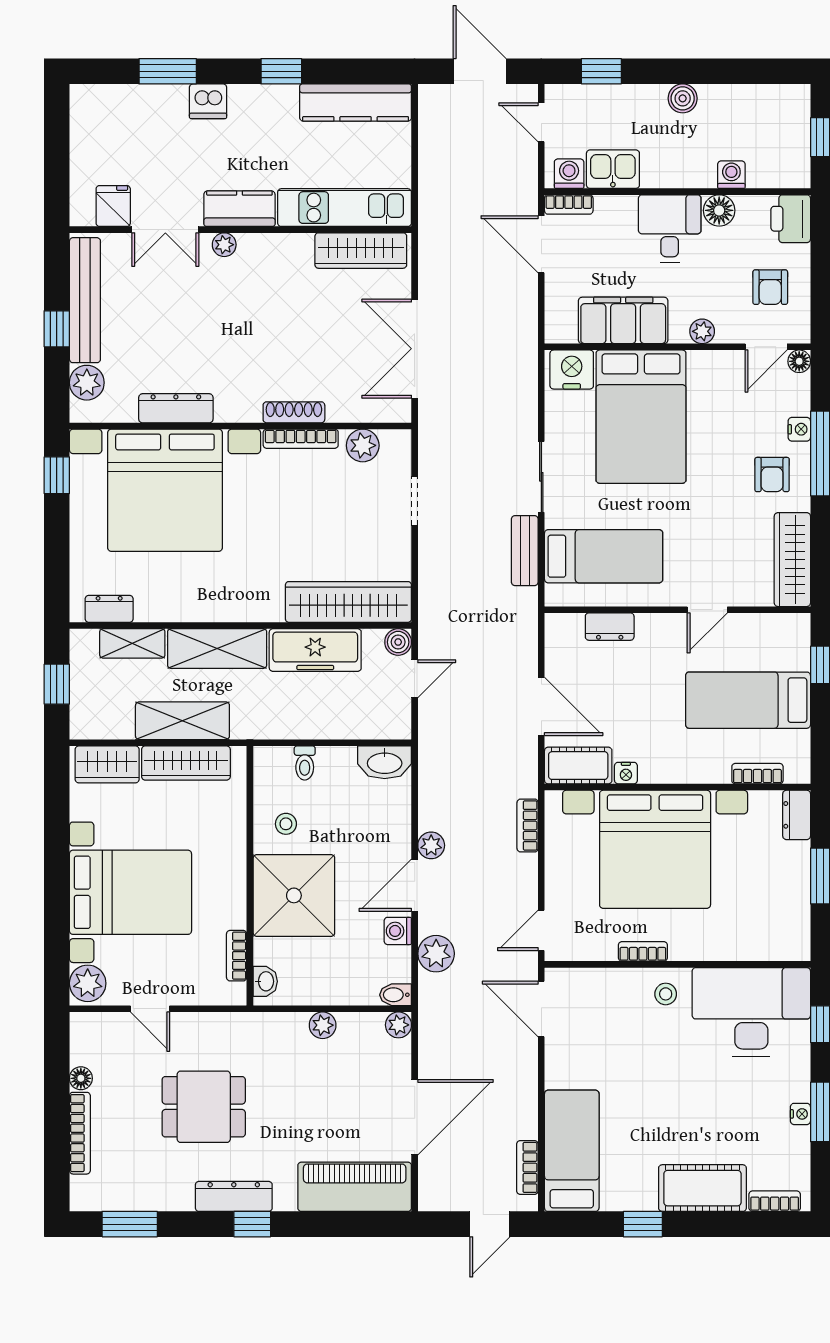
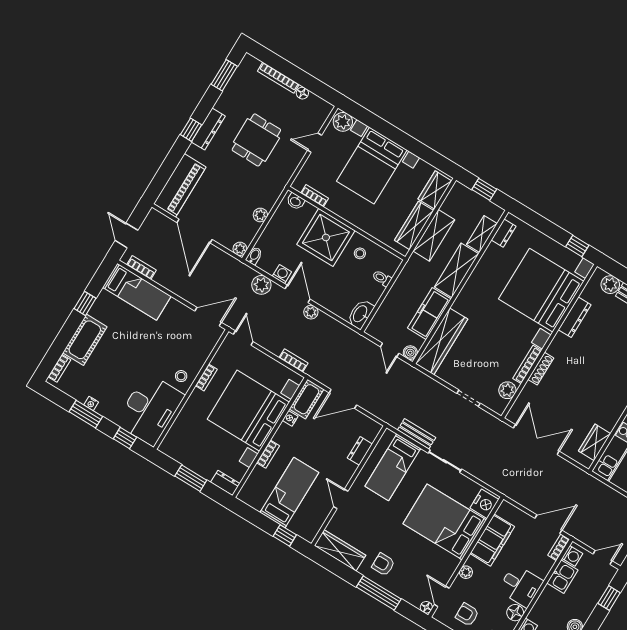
wardrobe: (361, 251) -> (595, 442), width x0.67
nightstand: (799, 429) -> (396, 589), removed
bookcase: (757, 774) -> (268, 454), moved

